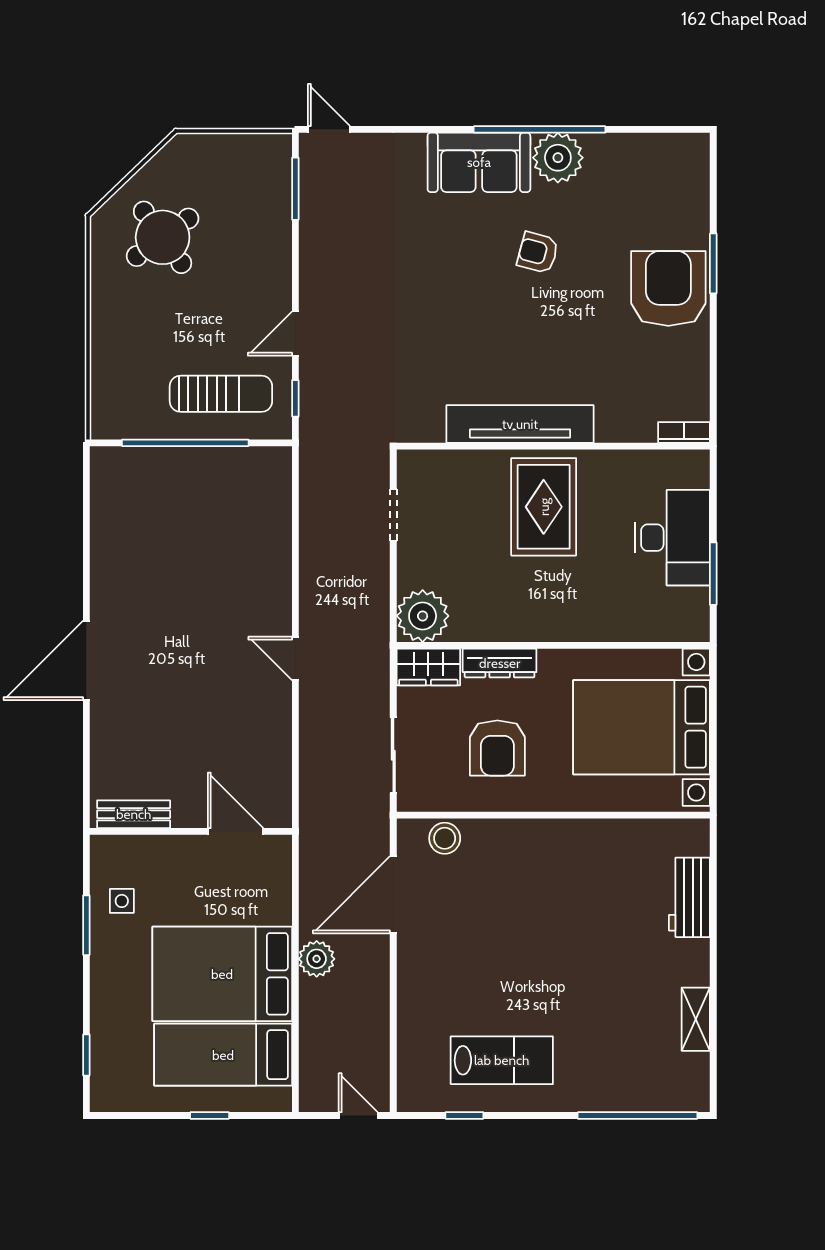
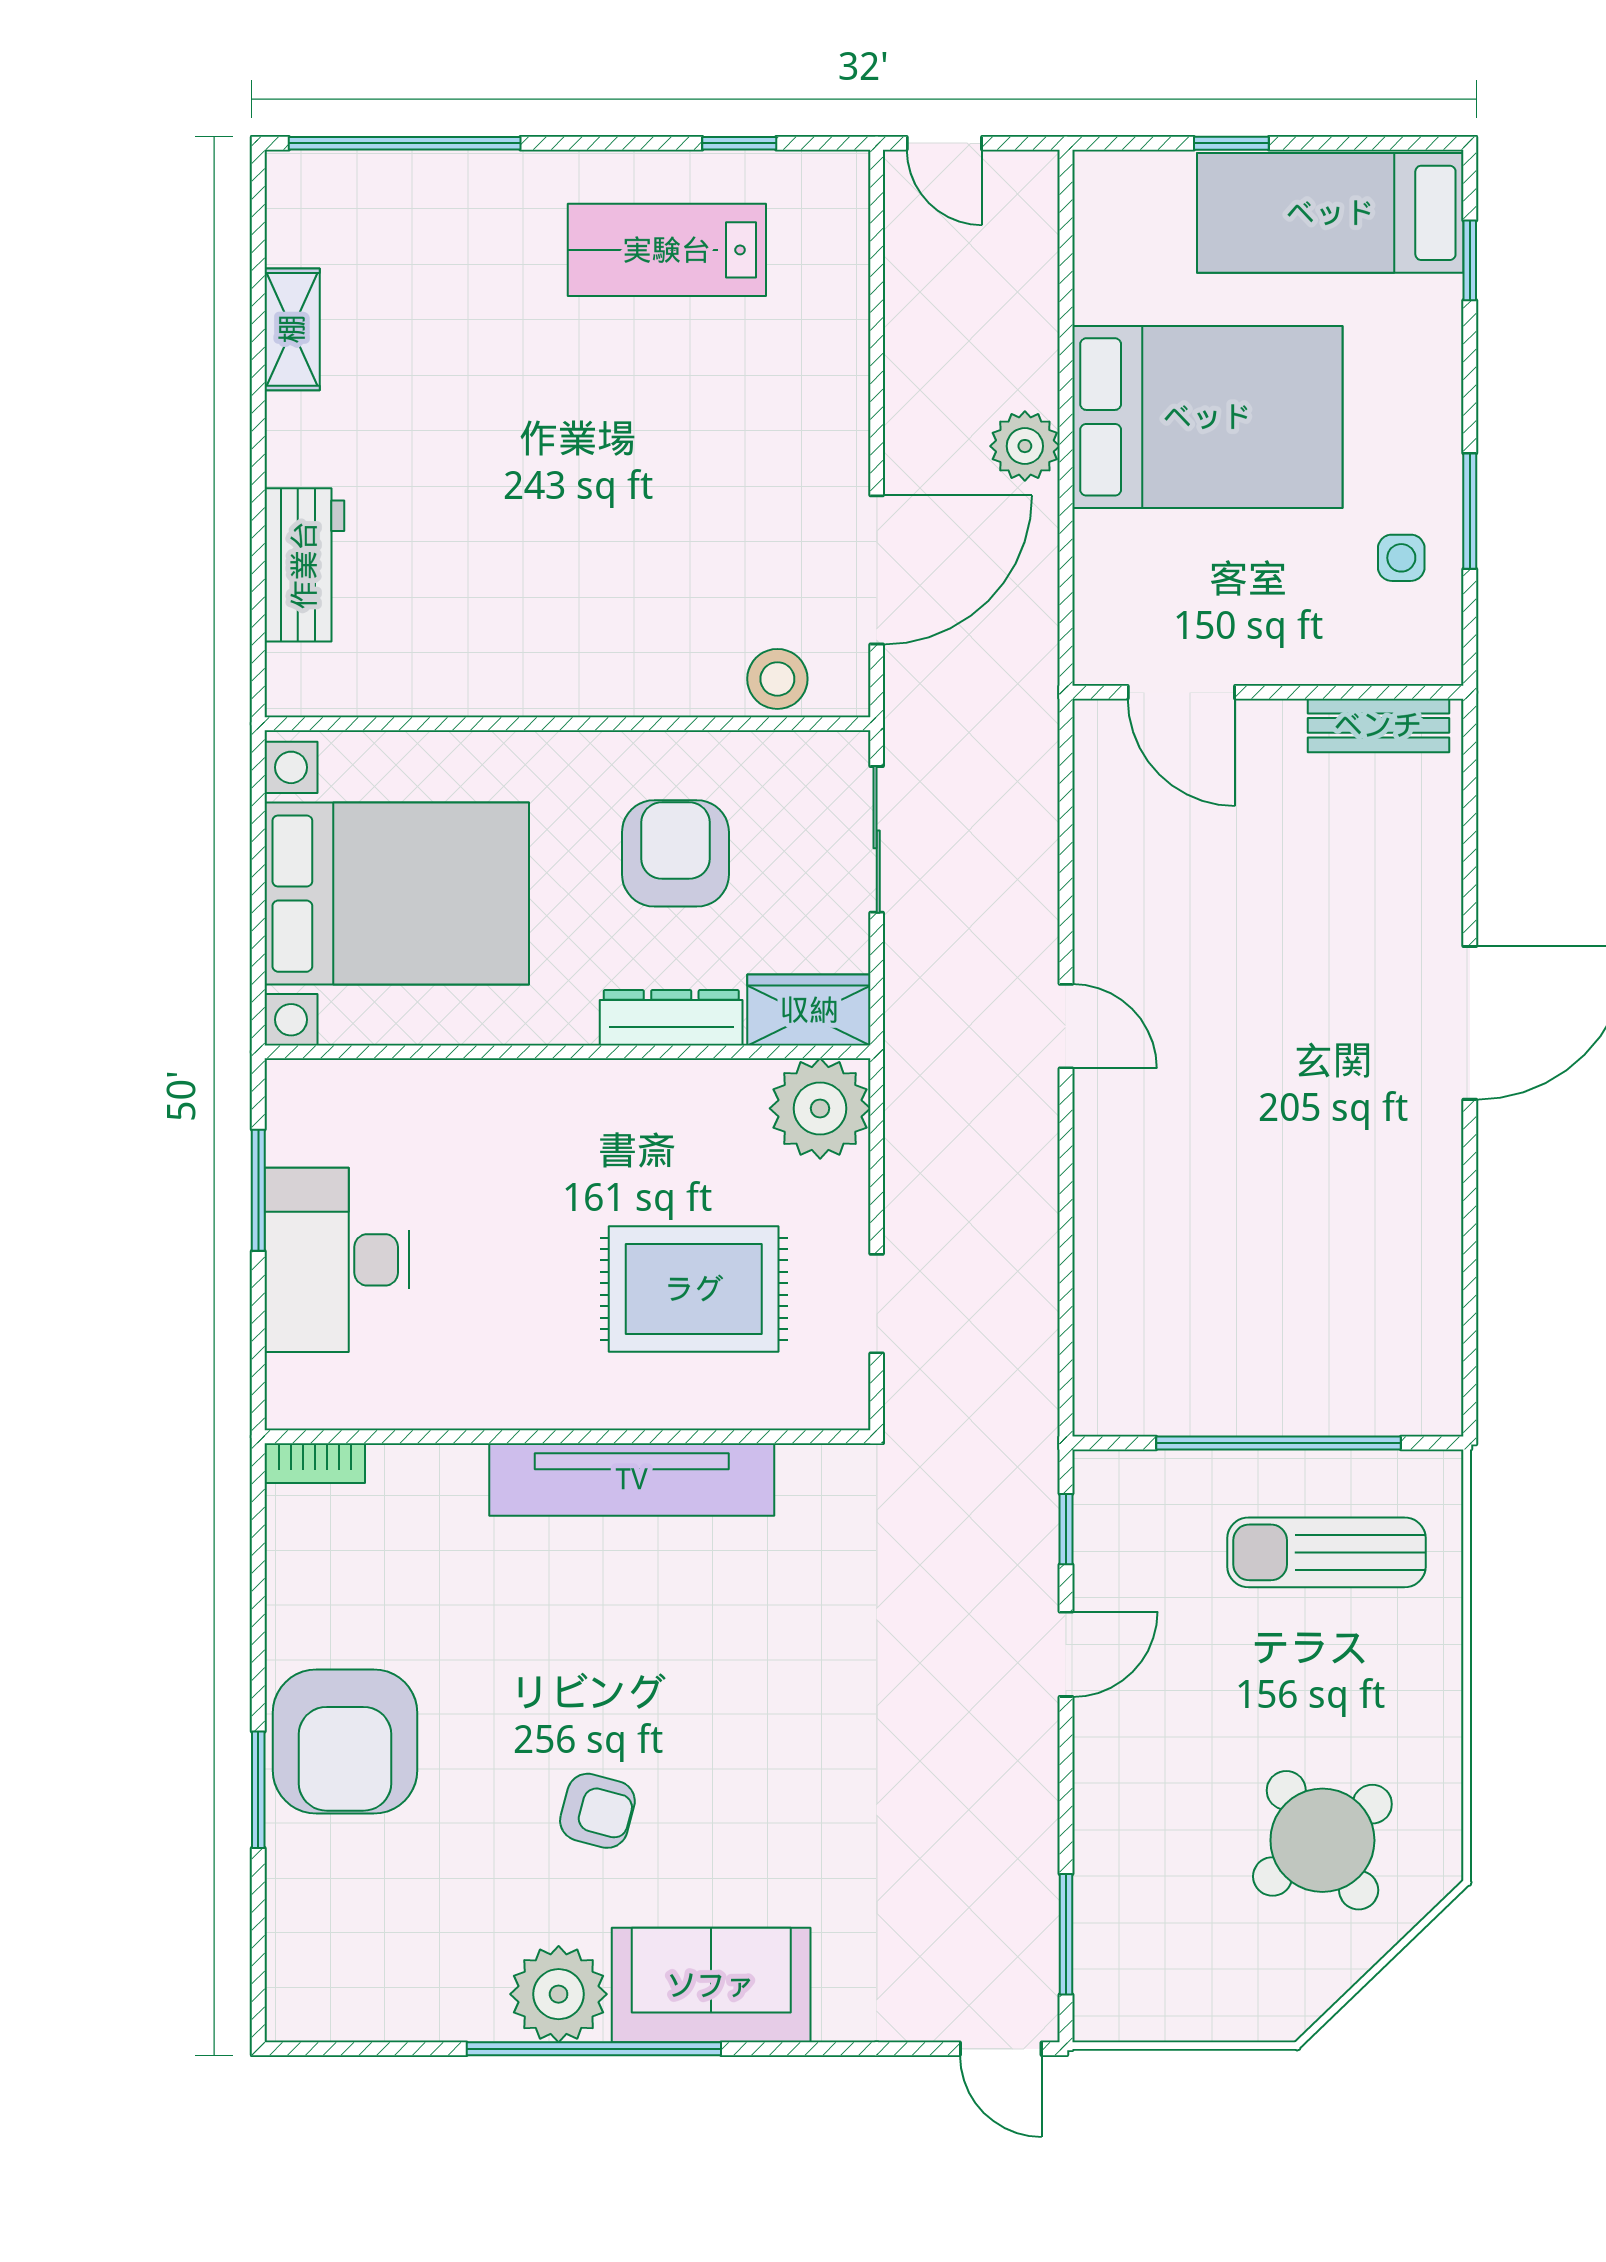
sun lounger: (221, 394) -> (1327, 1552), moved
rug: (544, 507) -> (694, 1289), moved, turned 90
bed: (223, 1055) -> (1330, 213), moved, turned 180

